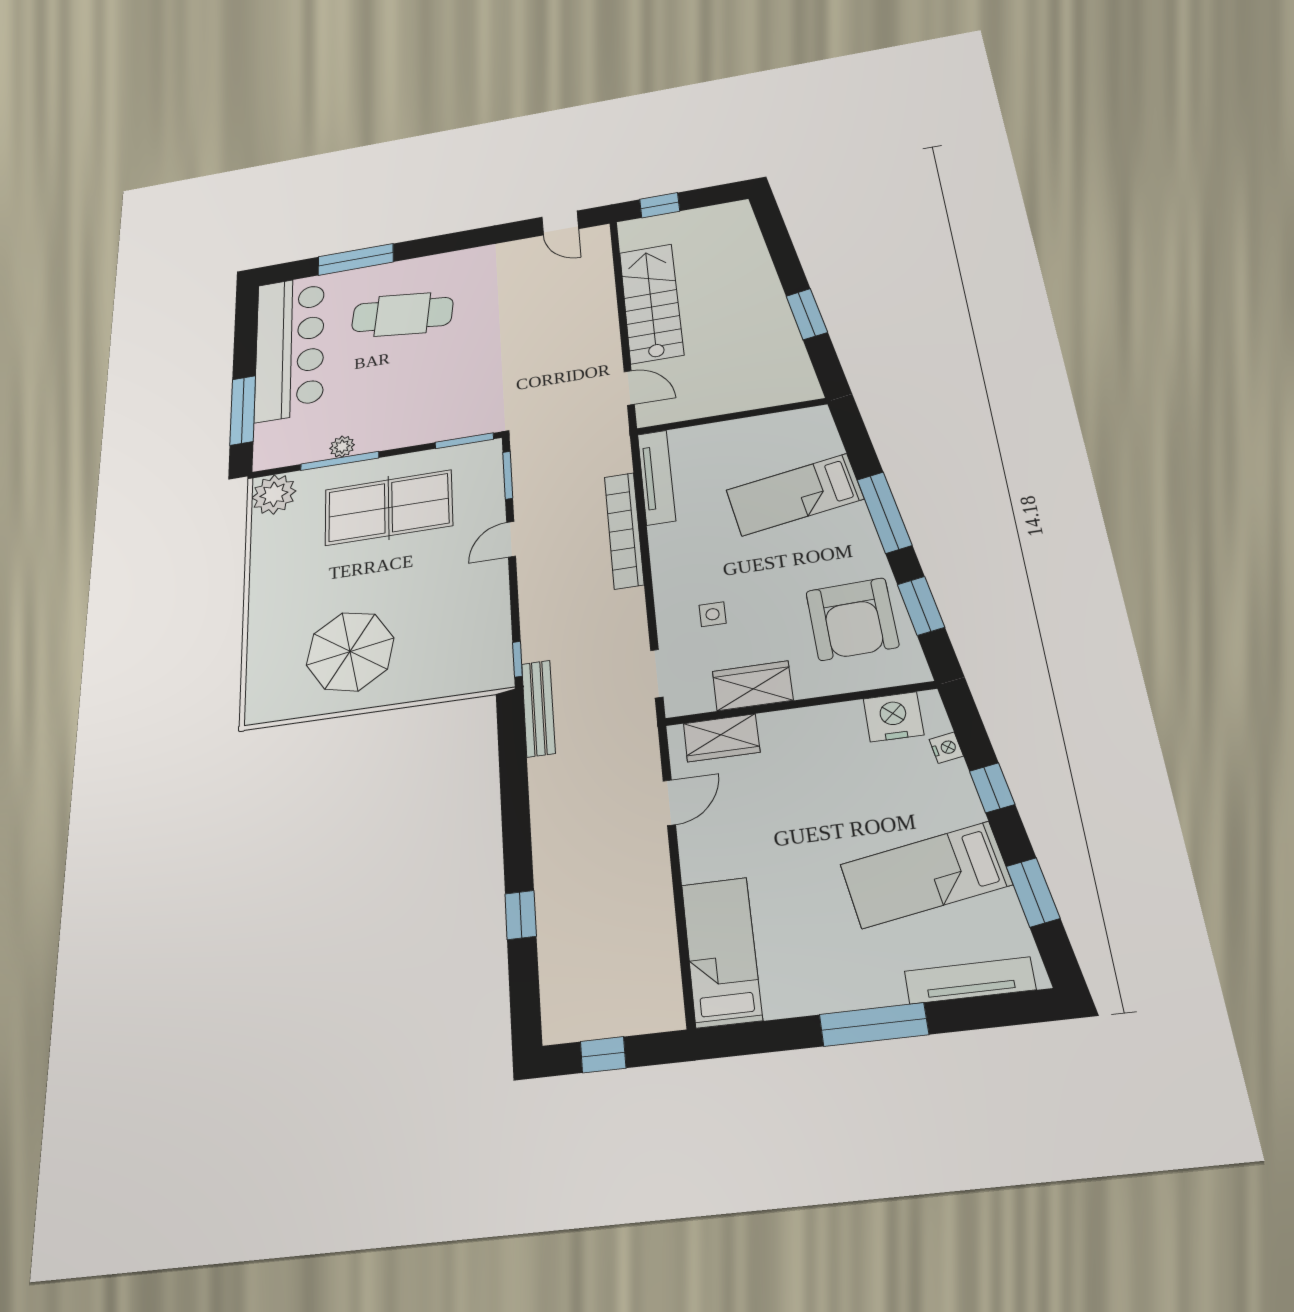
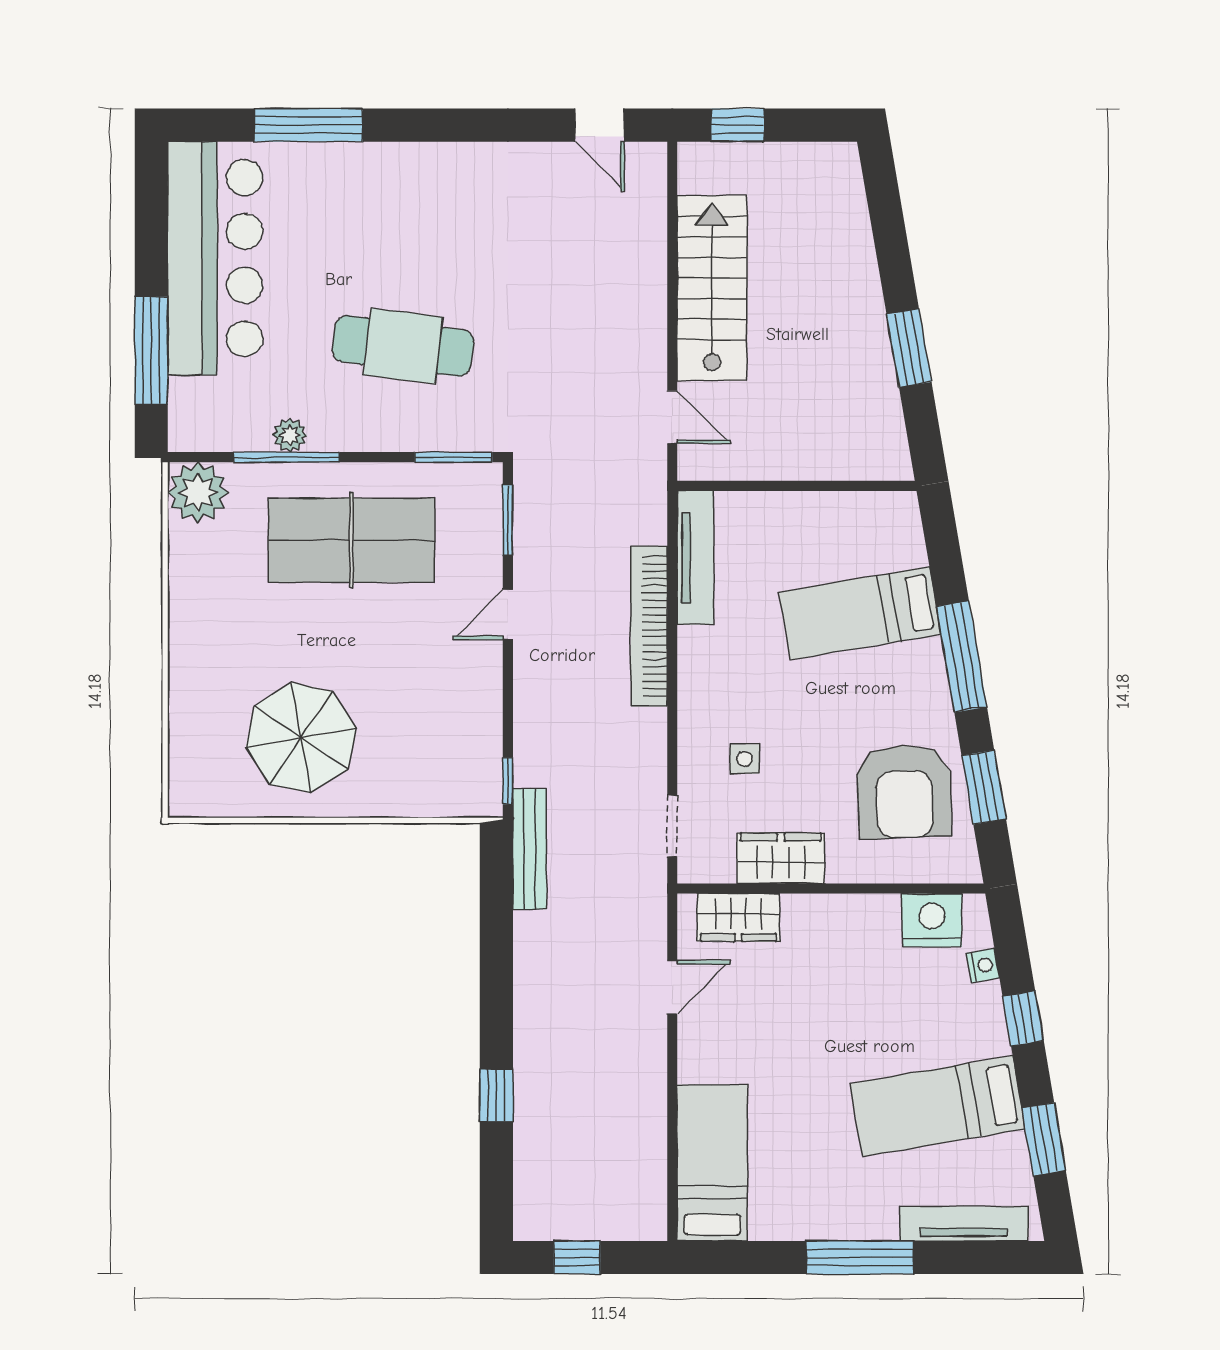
cafe table: (402, 314) -> (403, 346), moved

